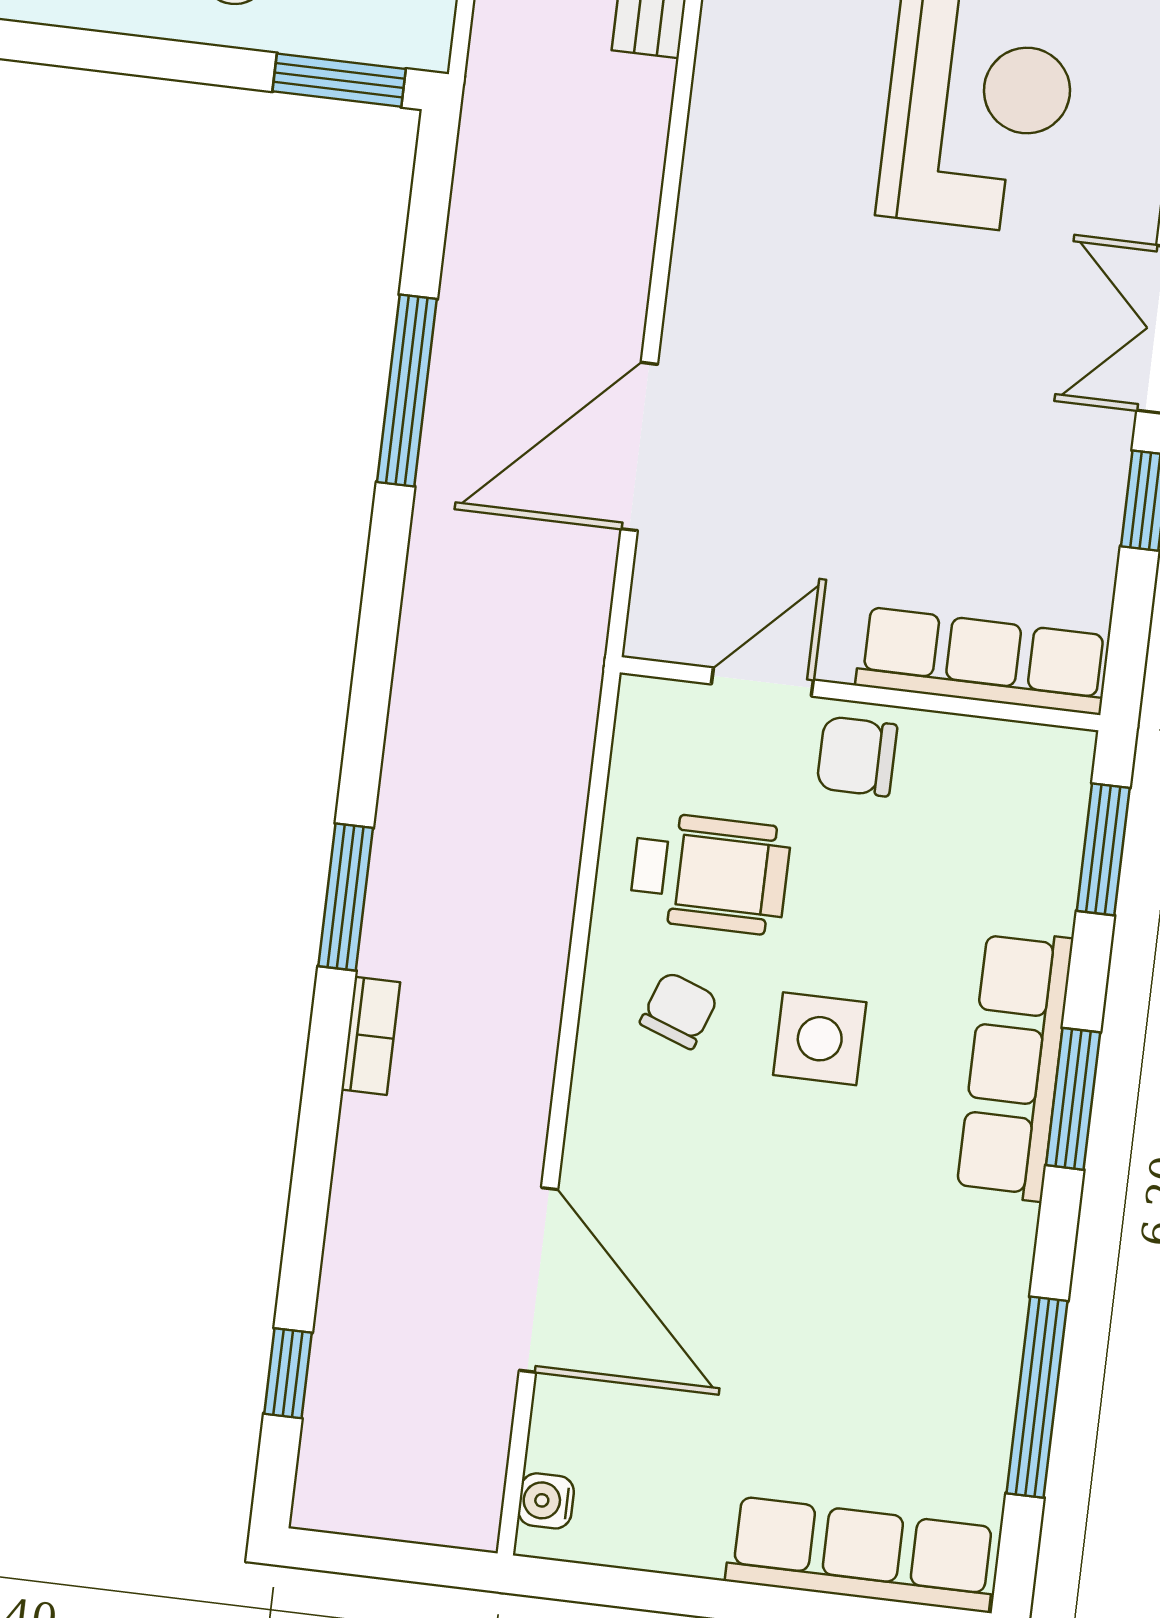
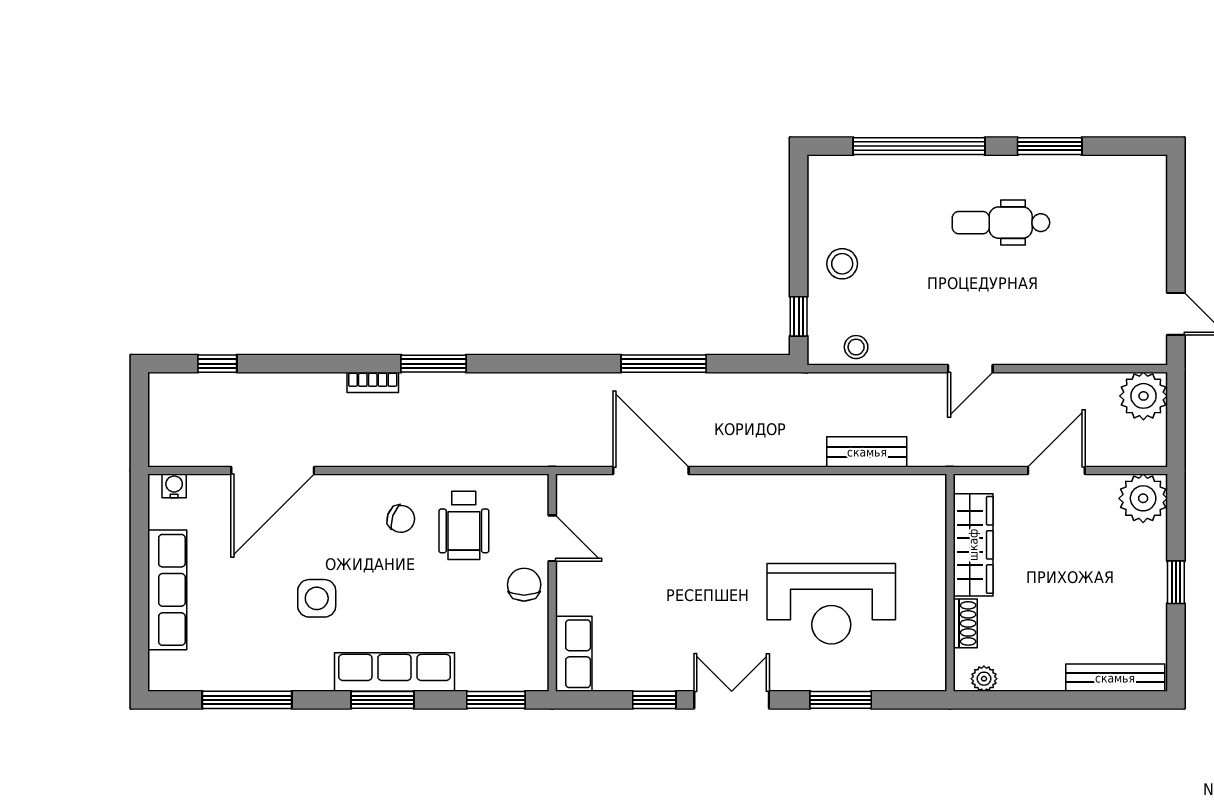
window: (339, 80) -> (799, 316), width x0.67
row of seats: (983, 661) -> (574, 654), width x0.68
side table: (820, 1039) -> (317, 598), moved
row of seats: (862, 1554) -> (167, 590), moved

